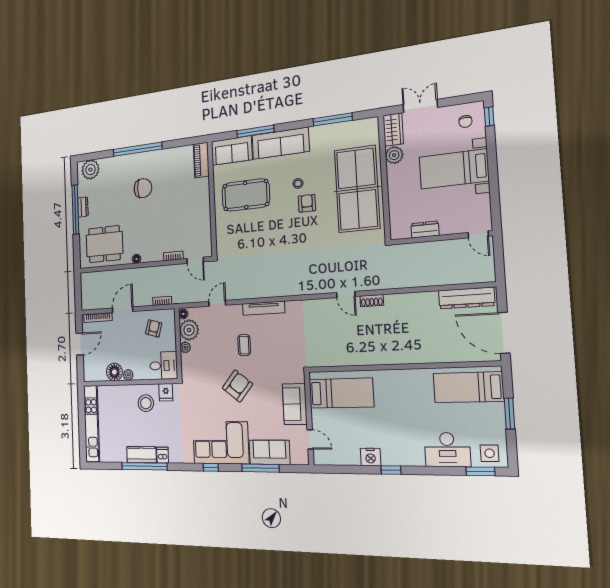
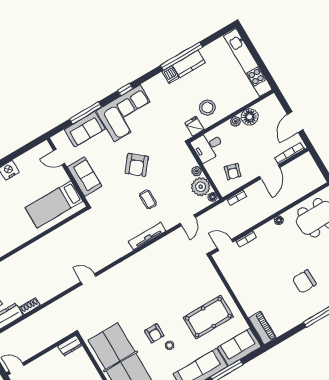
dresser: (425, 229) -> (70, 346), moved
shoe rack: (372, 301) -> (30, 306), moved

